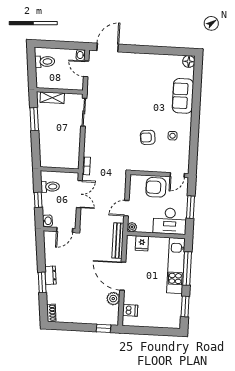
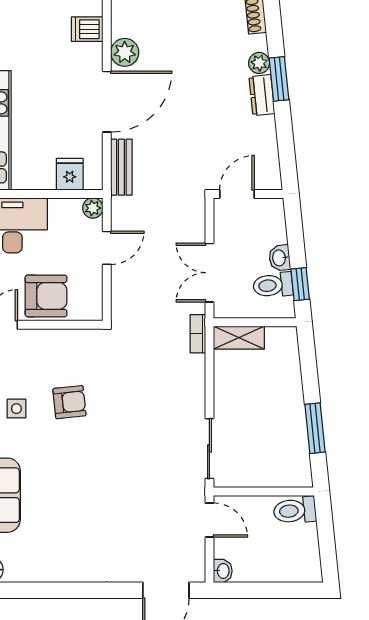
toilet: (45, 62) -> (295, 511), moved
door: (86, 69) -> (209, 520), moved
shelving: (52, 98) -> (239, 338), moved
window: (38, 200) -> (300, 284), moved
washbasin: (47, 221) -> (280, 258), moved
bench: (118, 241) -> (121, 167), width x0.73
door: (123, 276) -> (107, 102), hinge flipped
plant: (51, 290) -> (259, 63), added

